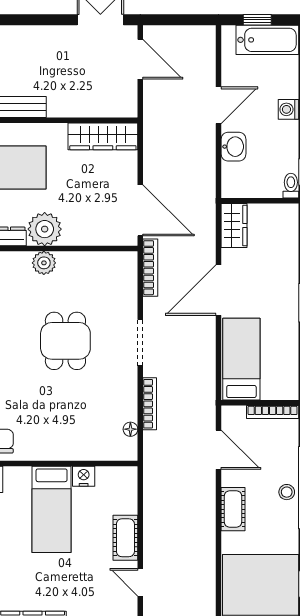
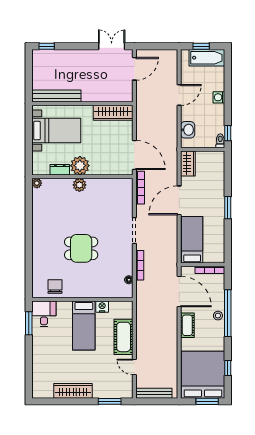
door: (140, 59) -> (134, 69), hinge flipped
washbasin: (234, 147) -> (188, 130), moved
dining table: (65, 341) -> (81, 248), moved, turned 90
door: (219, 450) -> (179, 291), width x1.36
cot: (125, 538) -> (124, 337), width x1.37, depth x1.34

